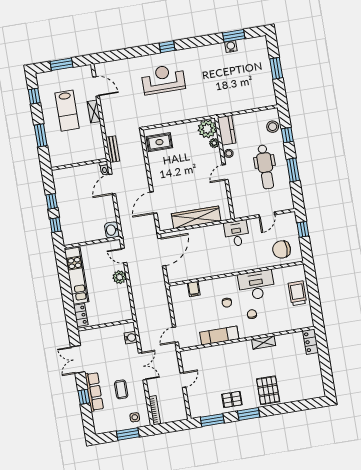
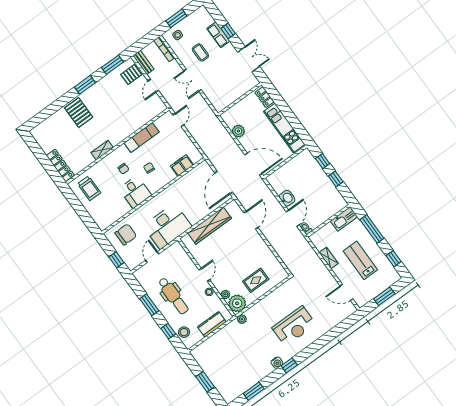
water cooler: (231, 46) -> (277, 363), moved
window: (167, 47) -> (289, 365), moved
shelving: (94, 111) -> (329, 258), moved
plant: (210, 111) -> (242, 319), added
kitchen counter: (227, 130) -> (212, 324), moved, turned 90
window: (41, 135) -> (372, 229), width x1.44
rug: (159, 142) -> (256, 280), moved
bench: (113, 149) -> (143, 63), moved
kitchen sink: (63, 159) -> (344, 219), added
dental chair: (265, 167) -> (173, 296), turned 180
washbasin: (112, 230) -> (287, 198), moved
desk: (237, 233) -> (168, 226), width x1.87, depth x1.30
door: (124, 256) -> (253, 164), width x1.87
plant: (120, 277) -> (238, 131), moved
desk: (256, 285) -> (135, 192), width x0.73
filing cabinet: (194, 289) -> (182, 165), width x2.00
trolley: (297, 293) -> (89, 188), moved
water cooler: (131, 338) -> (214, 99), removed
locker: (311, 342) -> (60, 165), width x1.53
row of seats: (94, 392) -> (218, 35), width x0.68
pallet: (232, 399) -> (131, 75), moved

